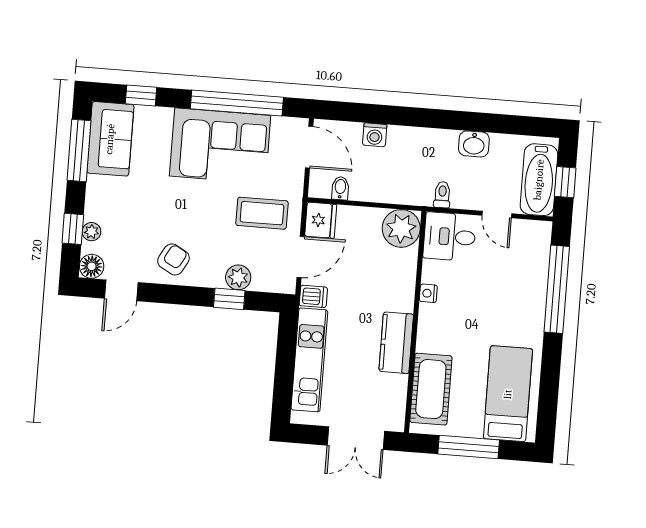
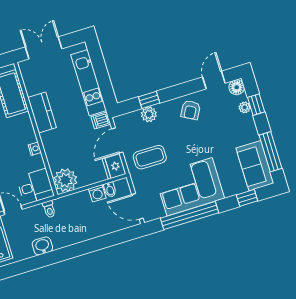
washing machine: (375, 135) -> (97, 193), moved, turned 180

